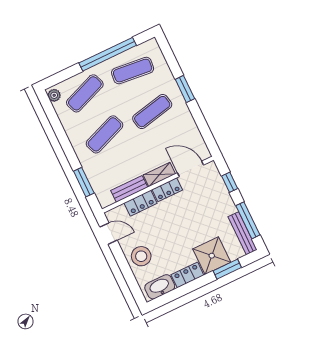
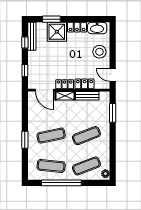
window: (248, 220) -> (25, 43), width x0.46

